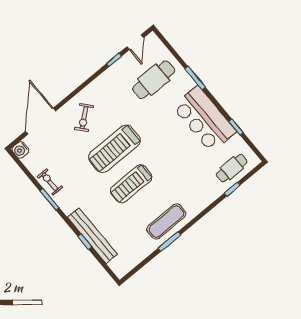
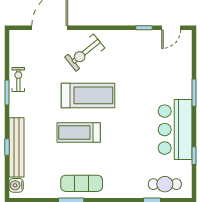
cafe table: (154, 80) -> (161, 68), removed
exercise bike: (84, 118) -> (85, 53), width x1.38, depth x1.39
treadmill: (114, 149) -> (88, 95), turned 180
water cooler: (20, 150) -> (16, 185), moved

